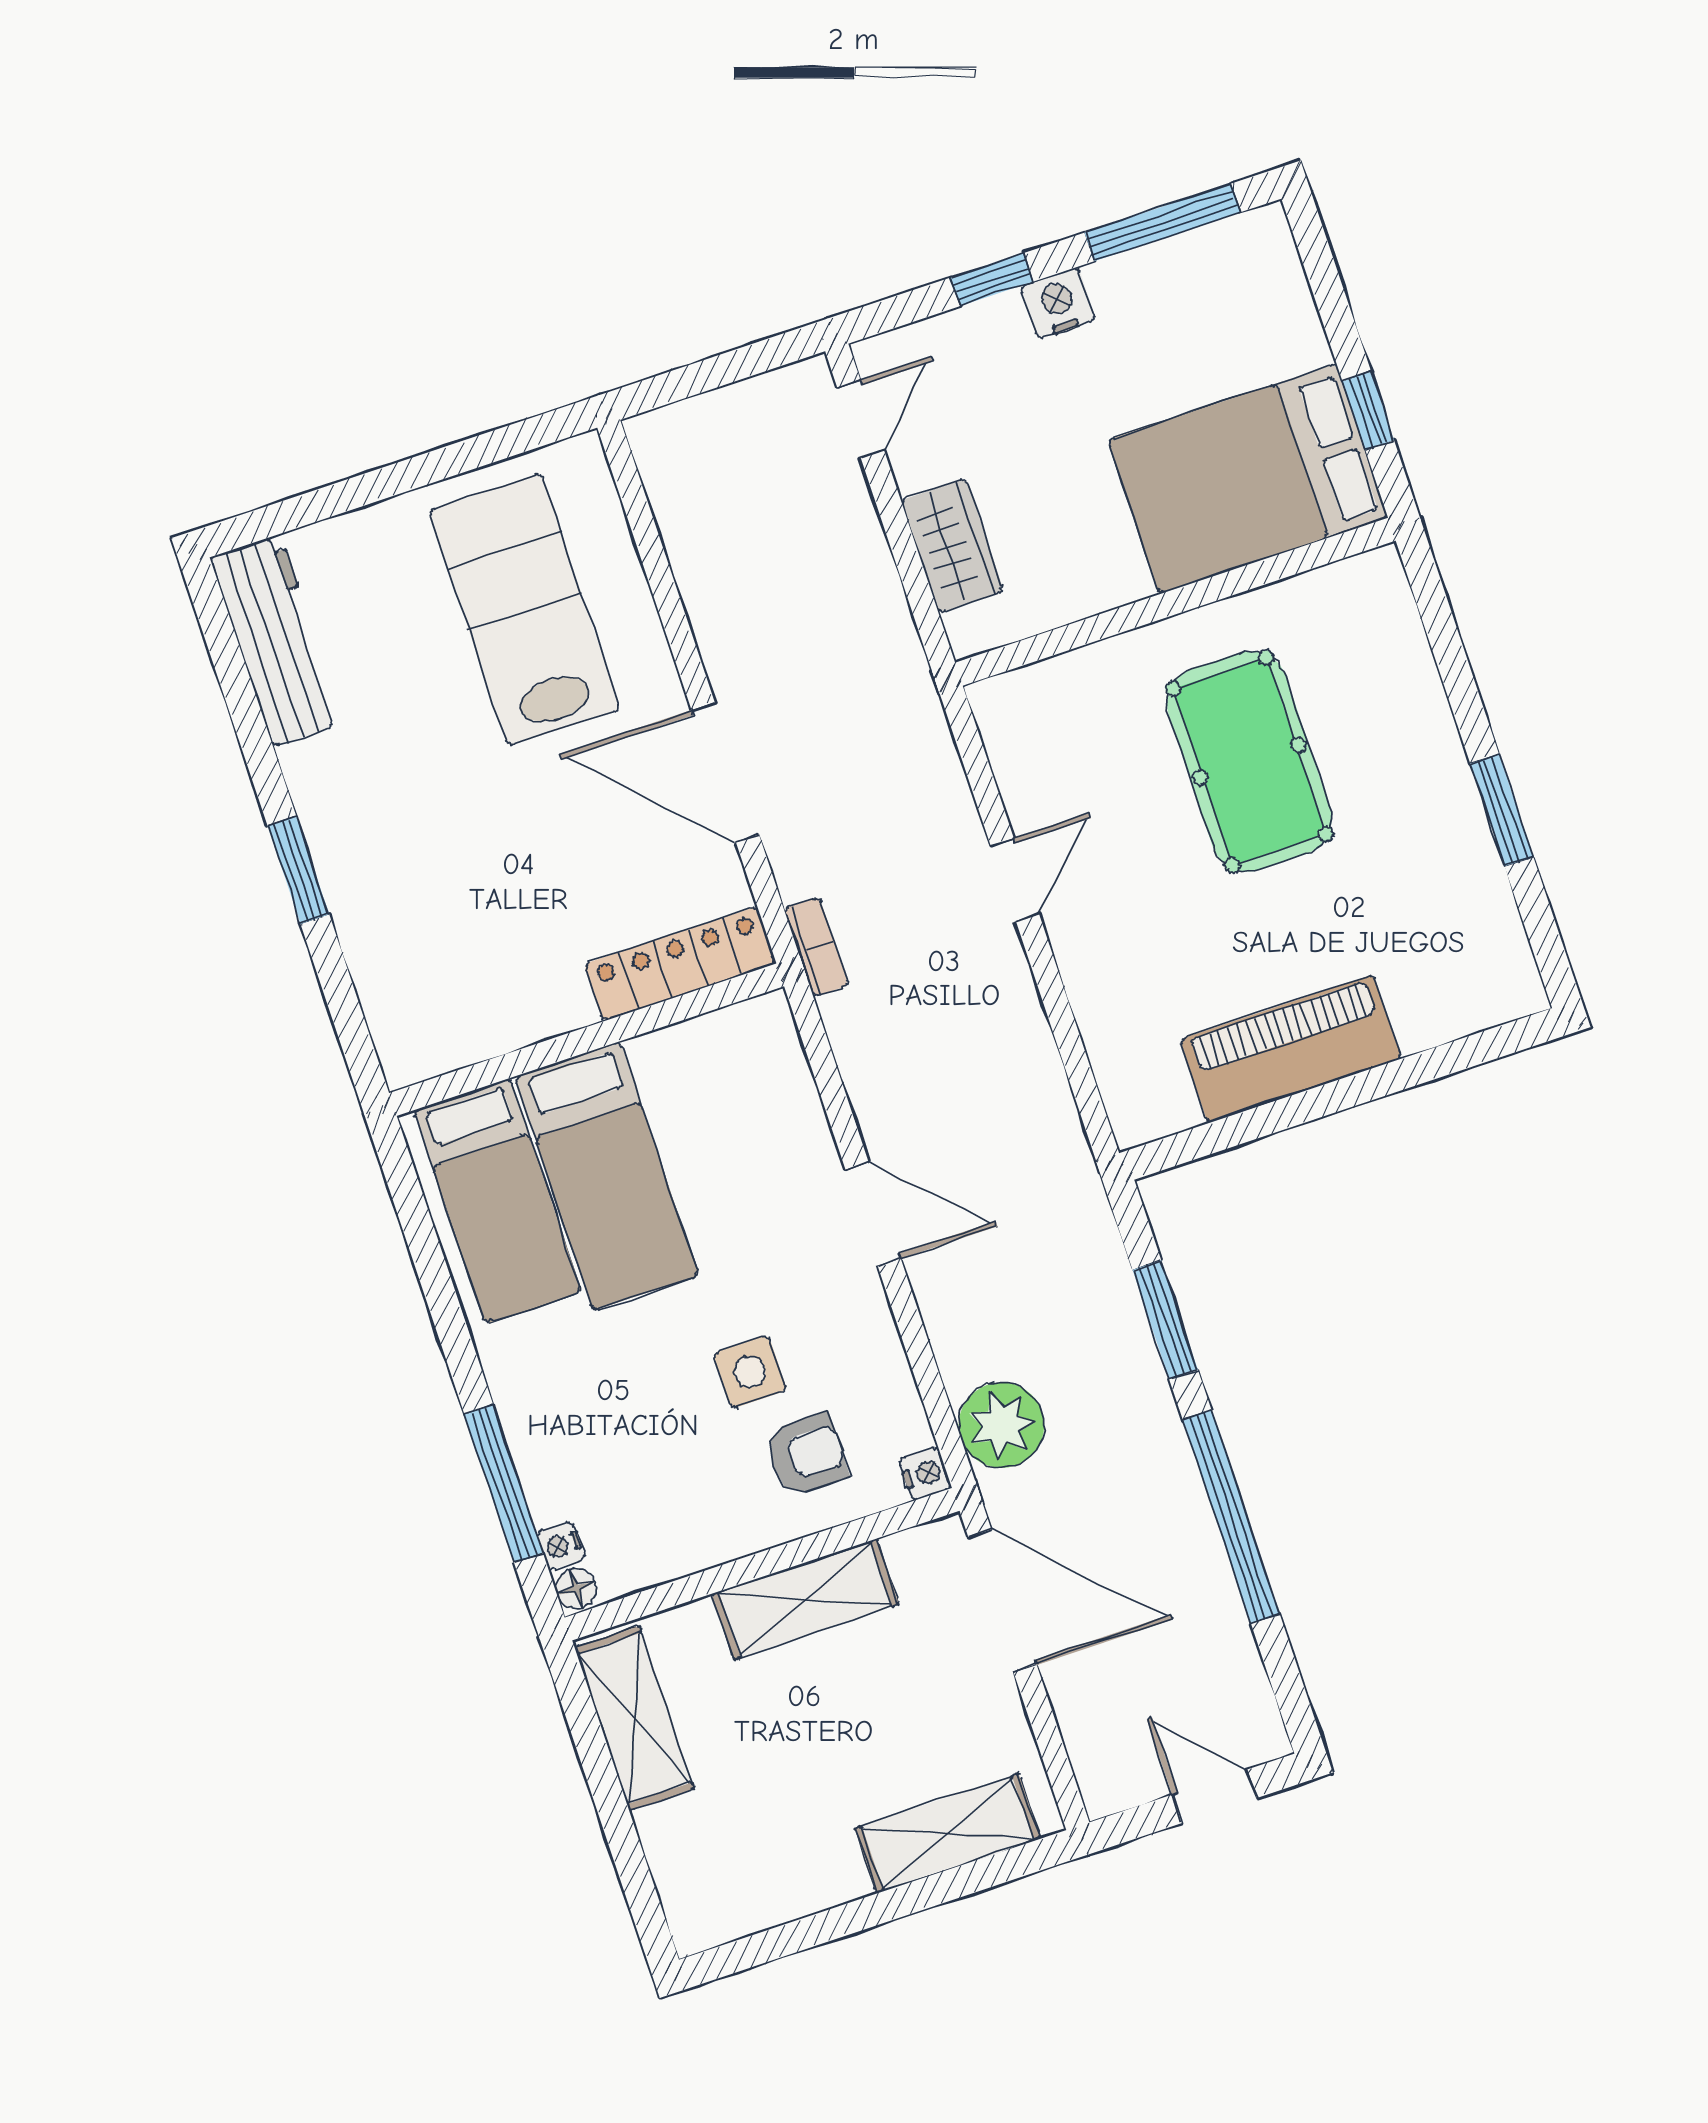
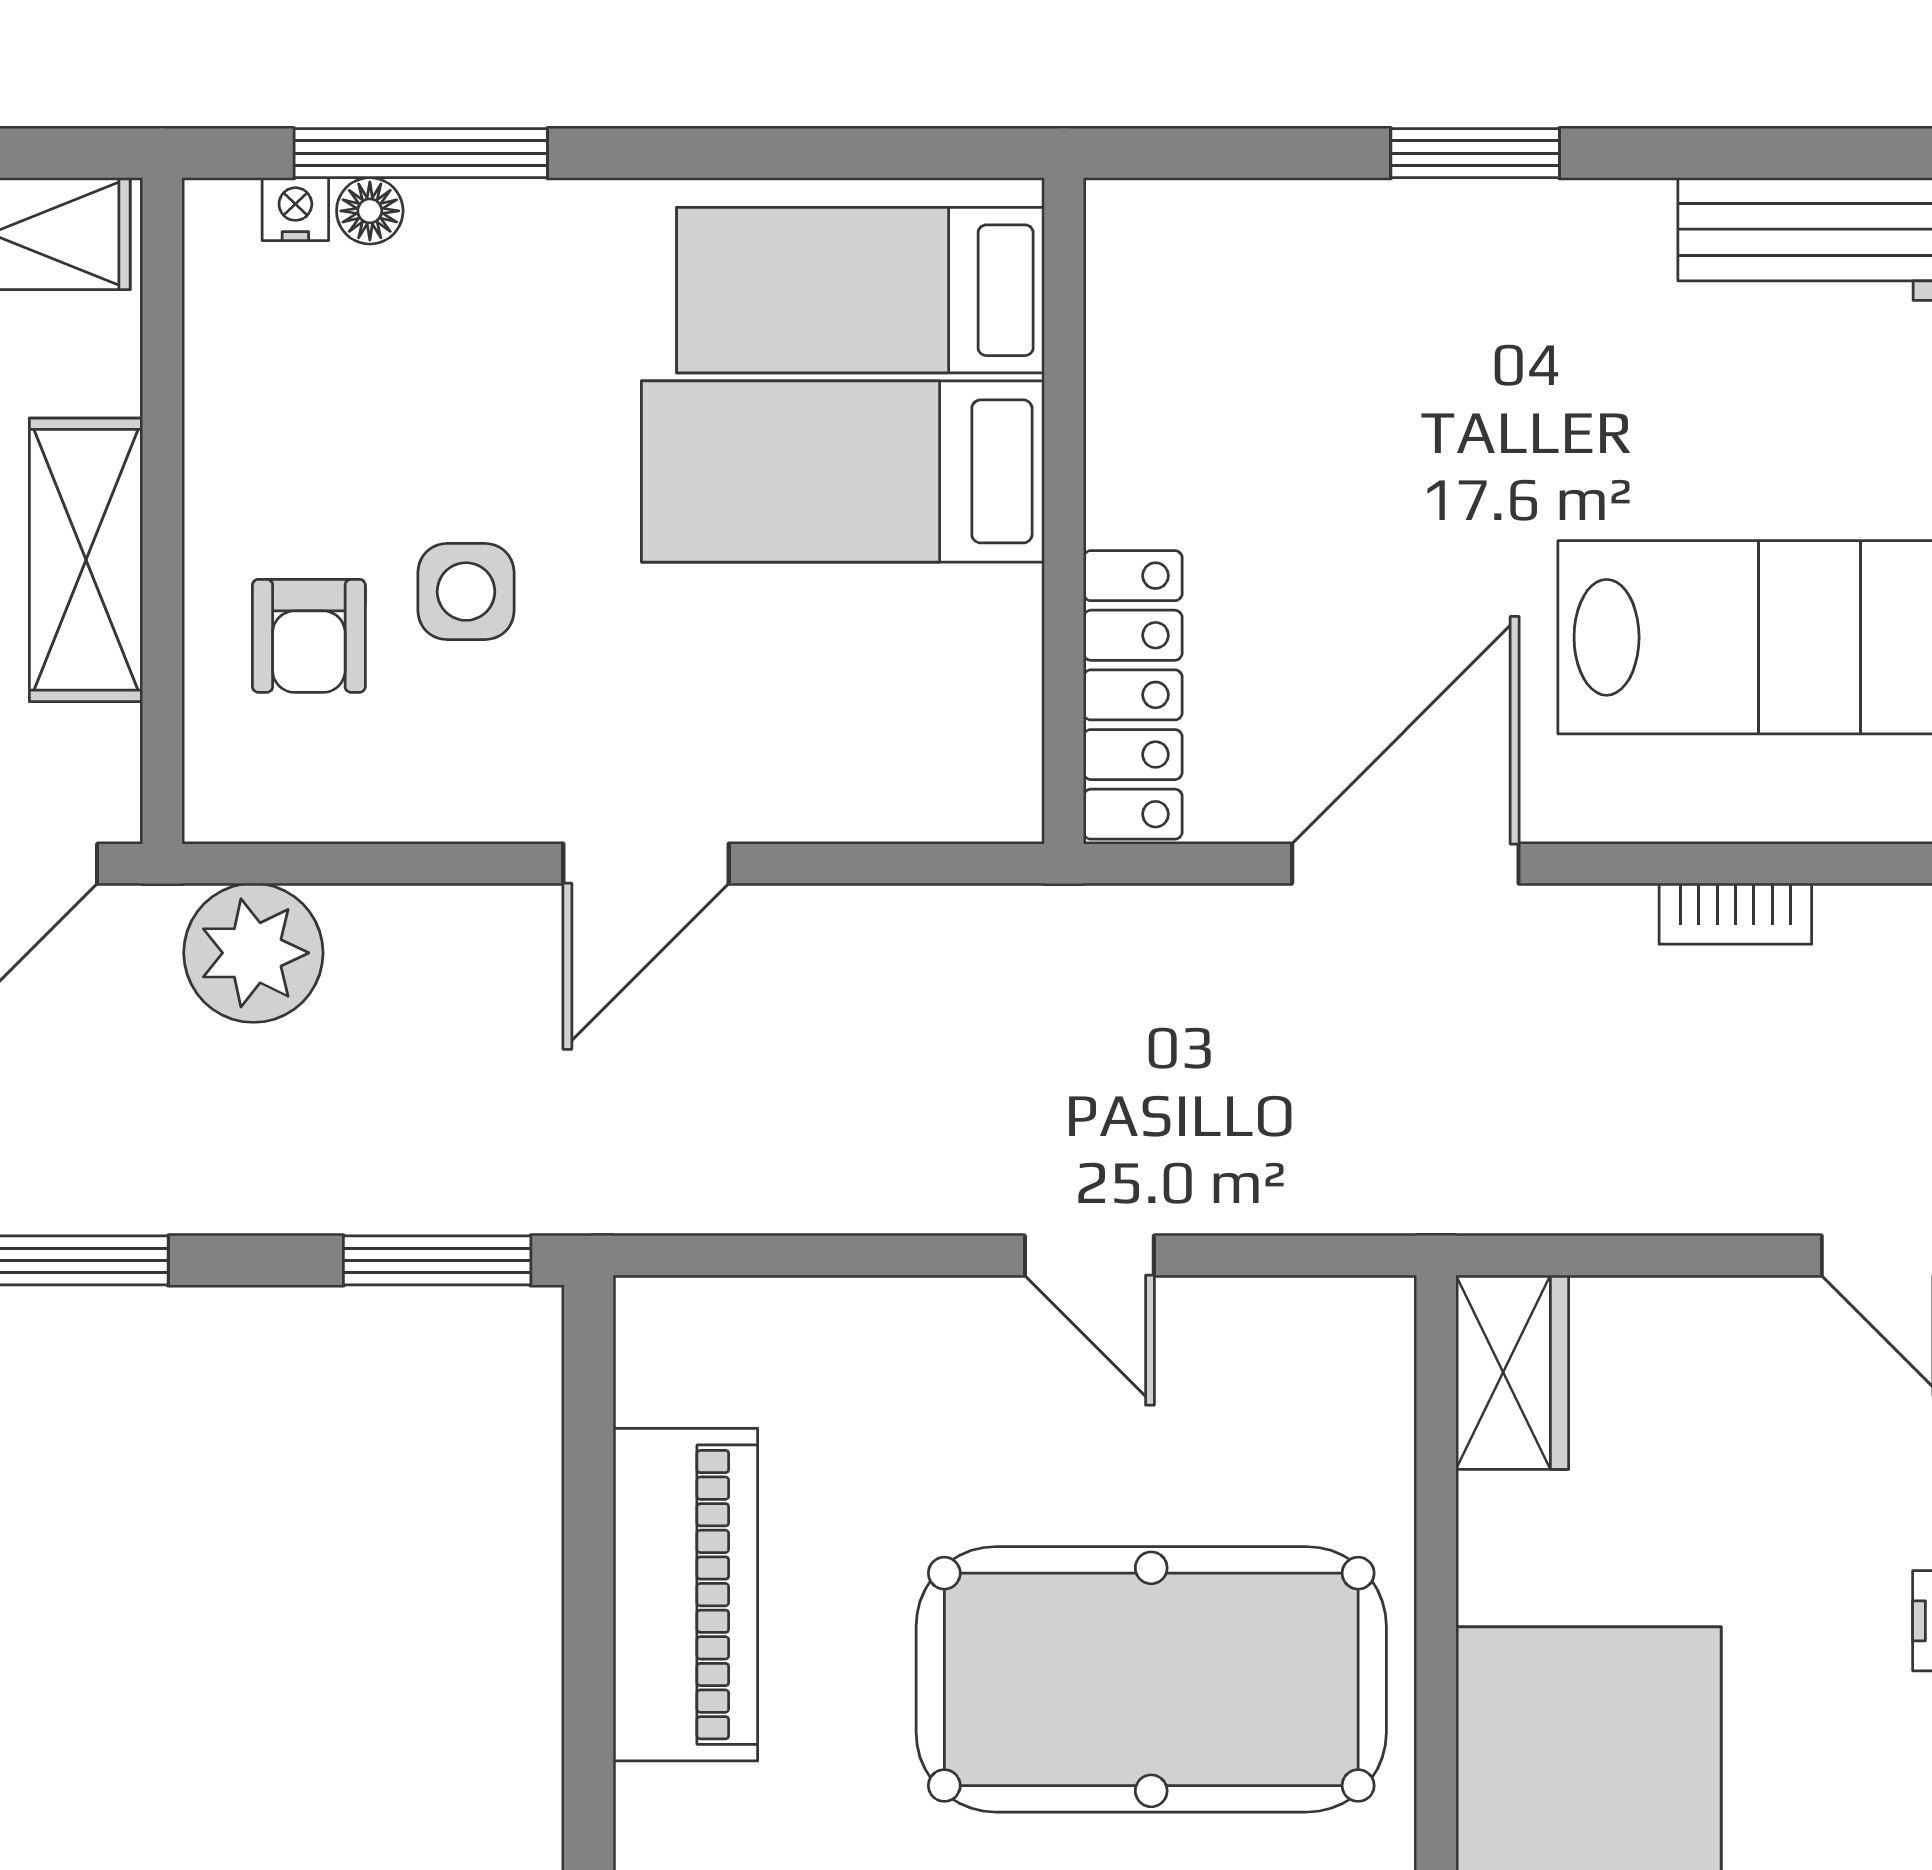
wardrobe: (952, 546) -> (1512, 1372), moved, turned -90
pool table: (1249, 761) -> (1151, 1679), width x1.36, depth x1.32
bookcase: (816, 947) -> (1735, 914), moved
window: (1165, 1320) -> (437, 1260), moved
nightstand: (925, 1474) -> (218, 810), removed
floor lamp: (576, 1588) -> (370, 211), moved

